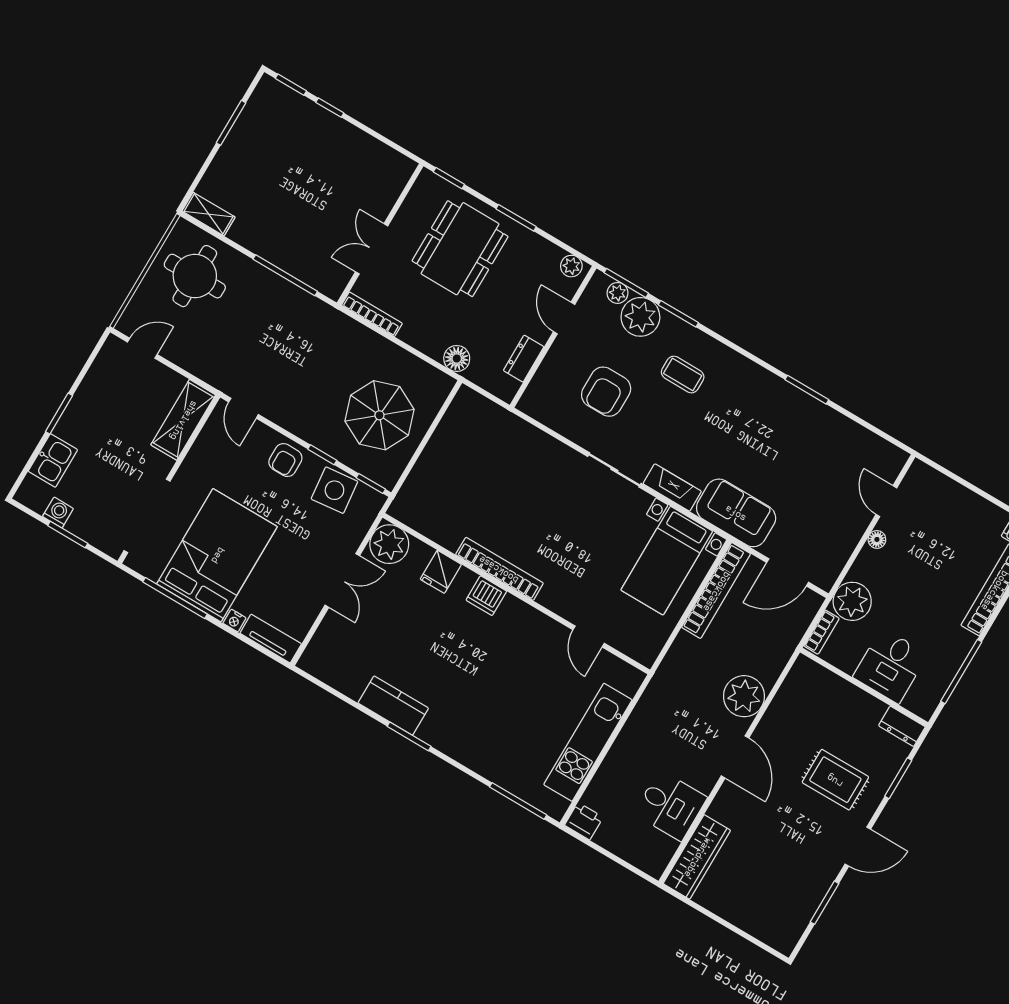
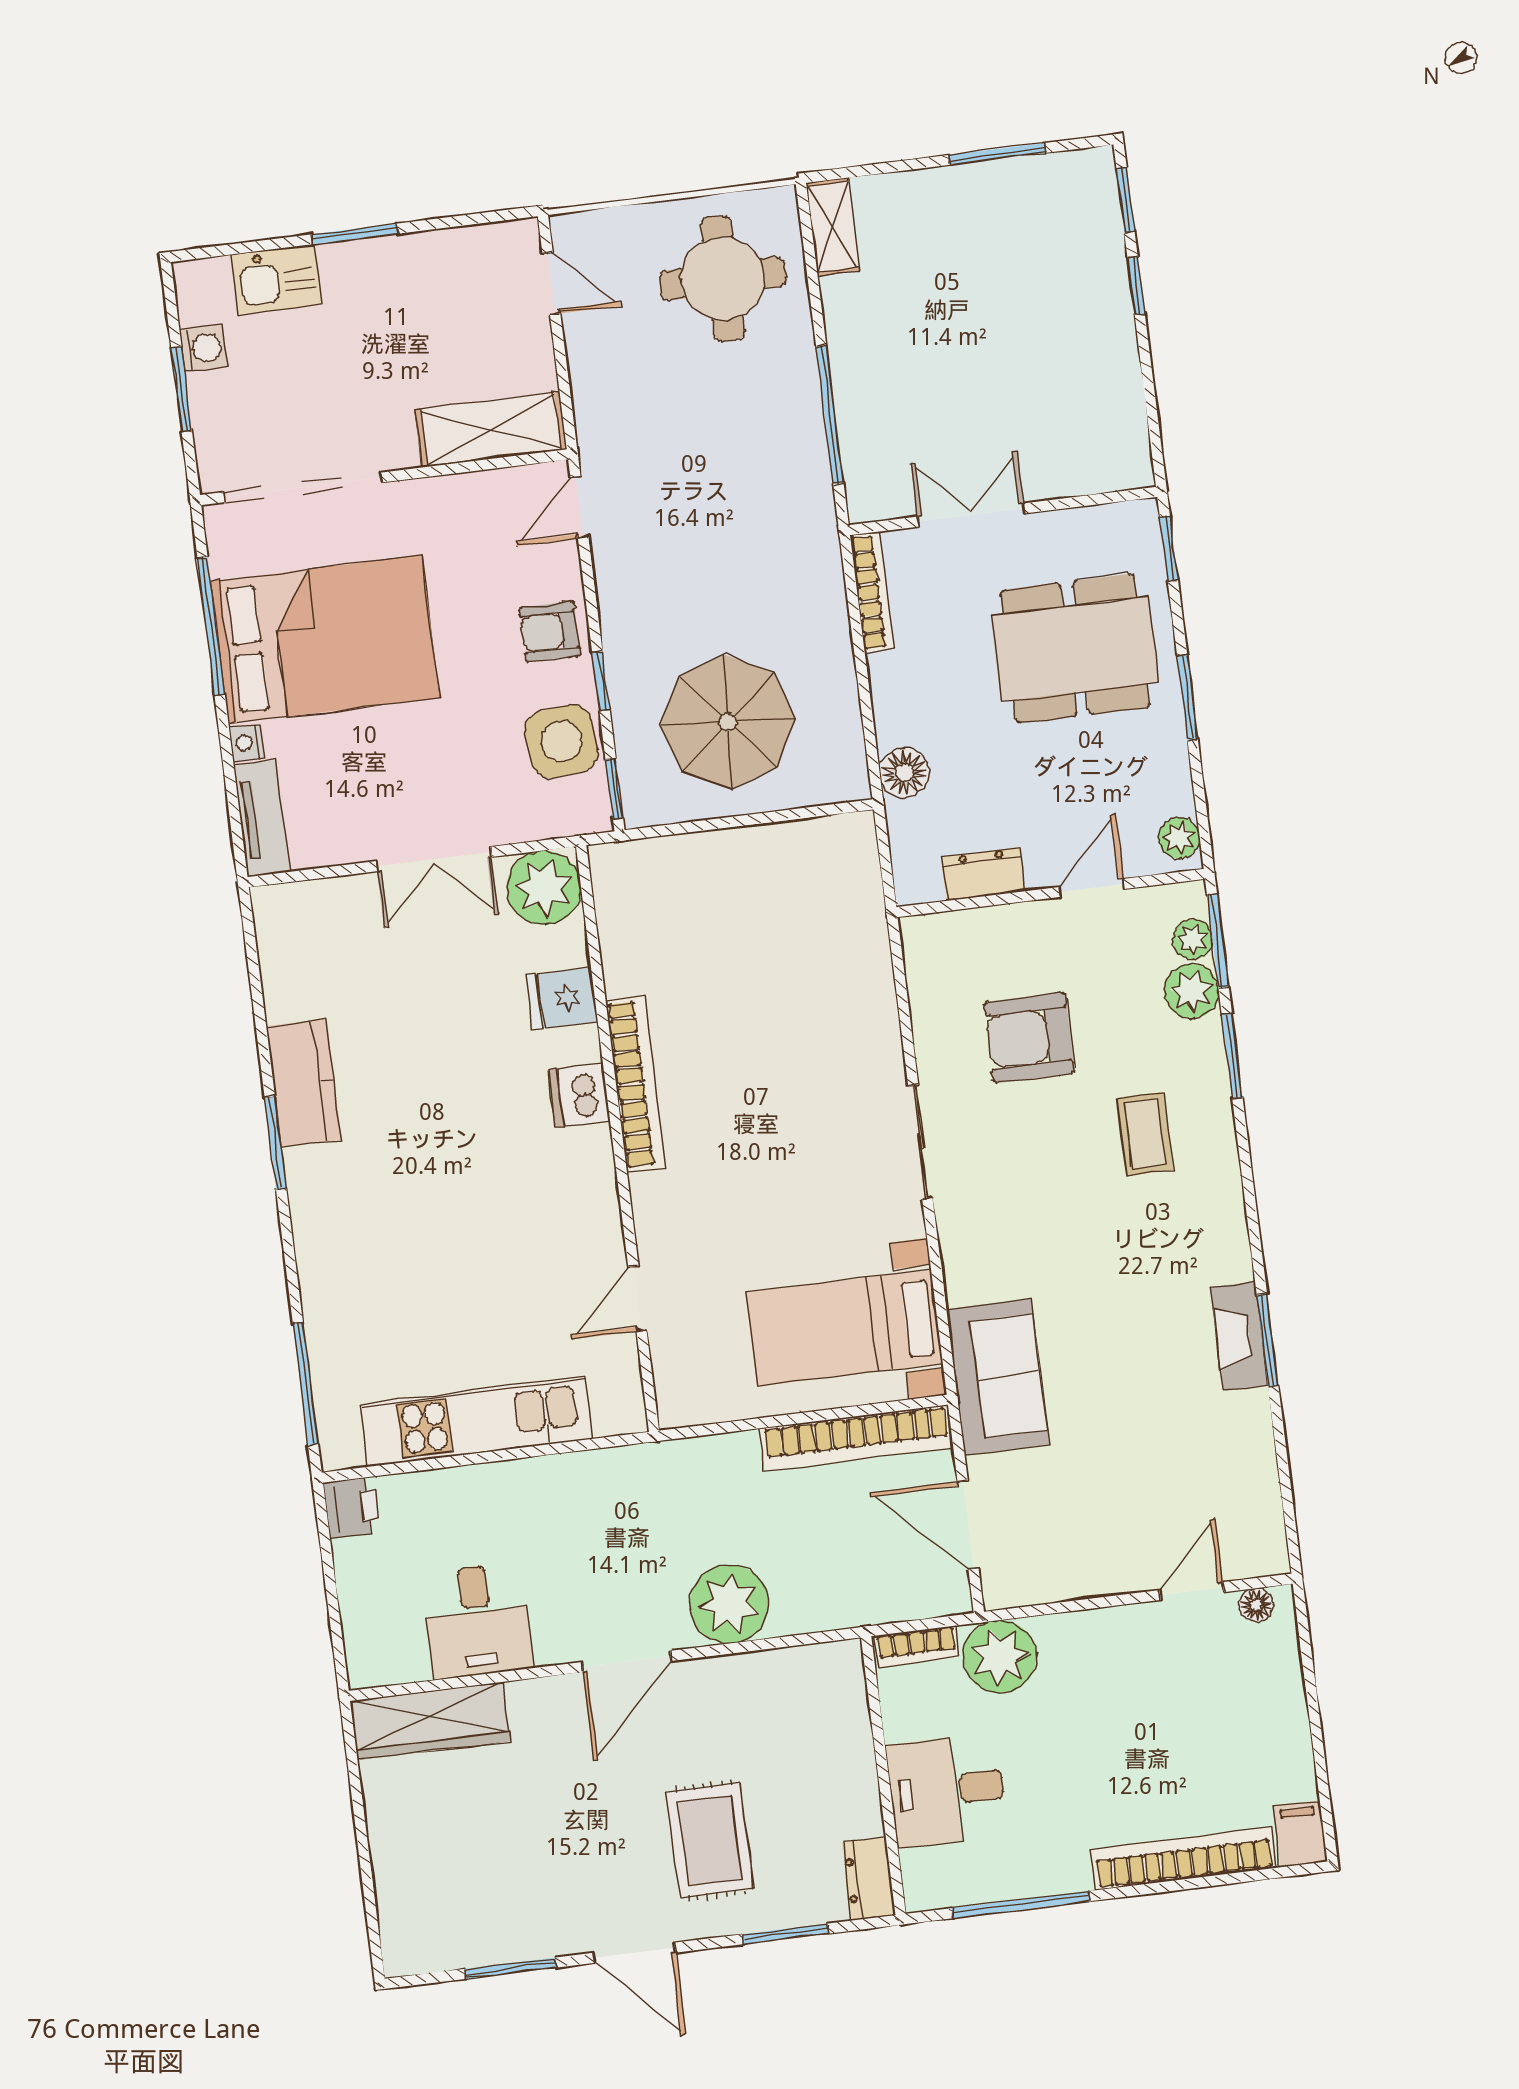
plant: (640, 317) -> (1192, 991), width x0.73, depth x0.73
fireplace: (672, 488) -> (1239, 1336), moved, turned 180
floor lamp: (877, 539) -> (1256, 1605), moved

